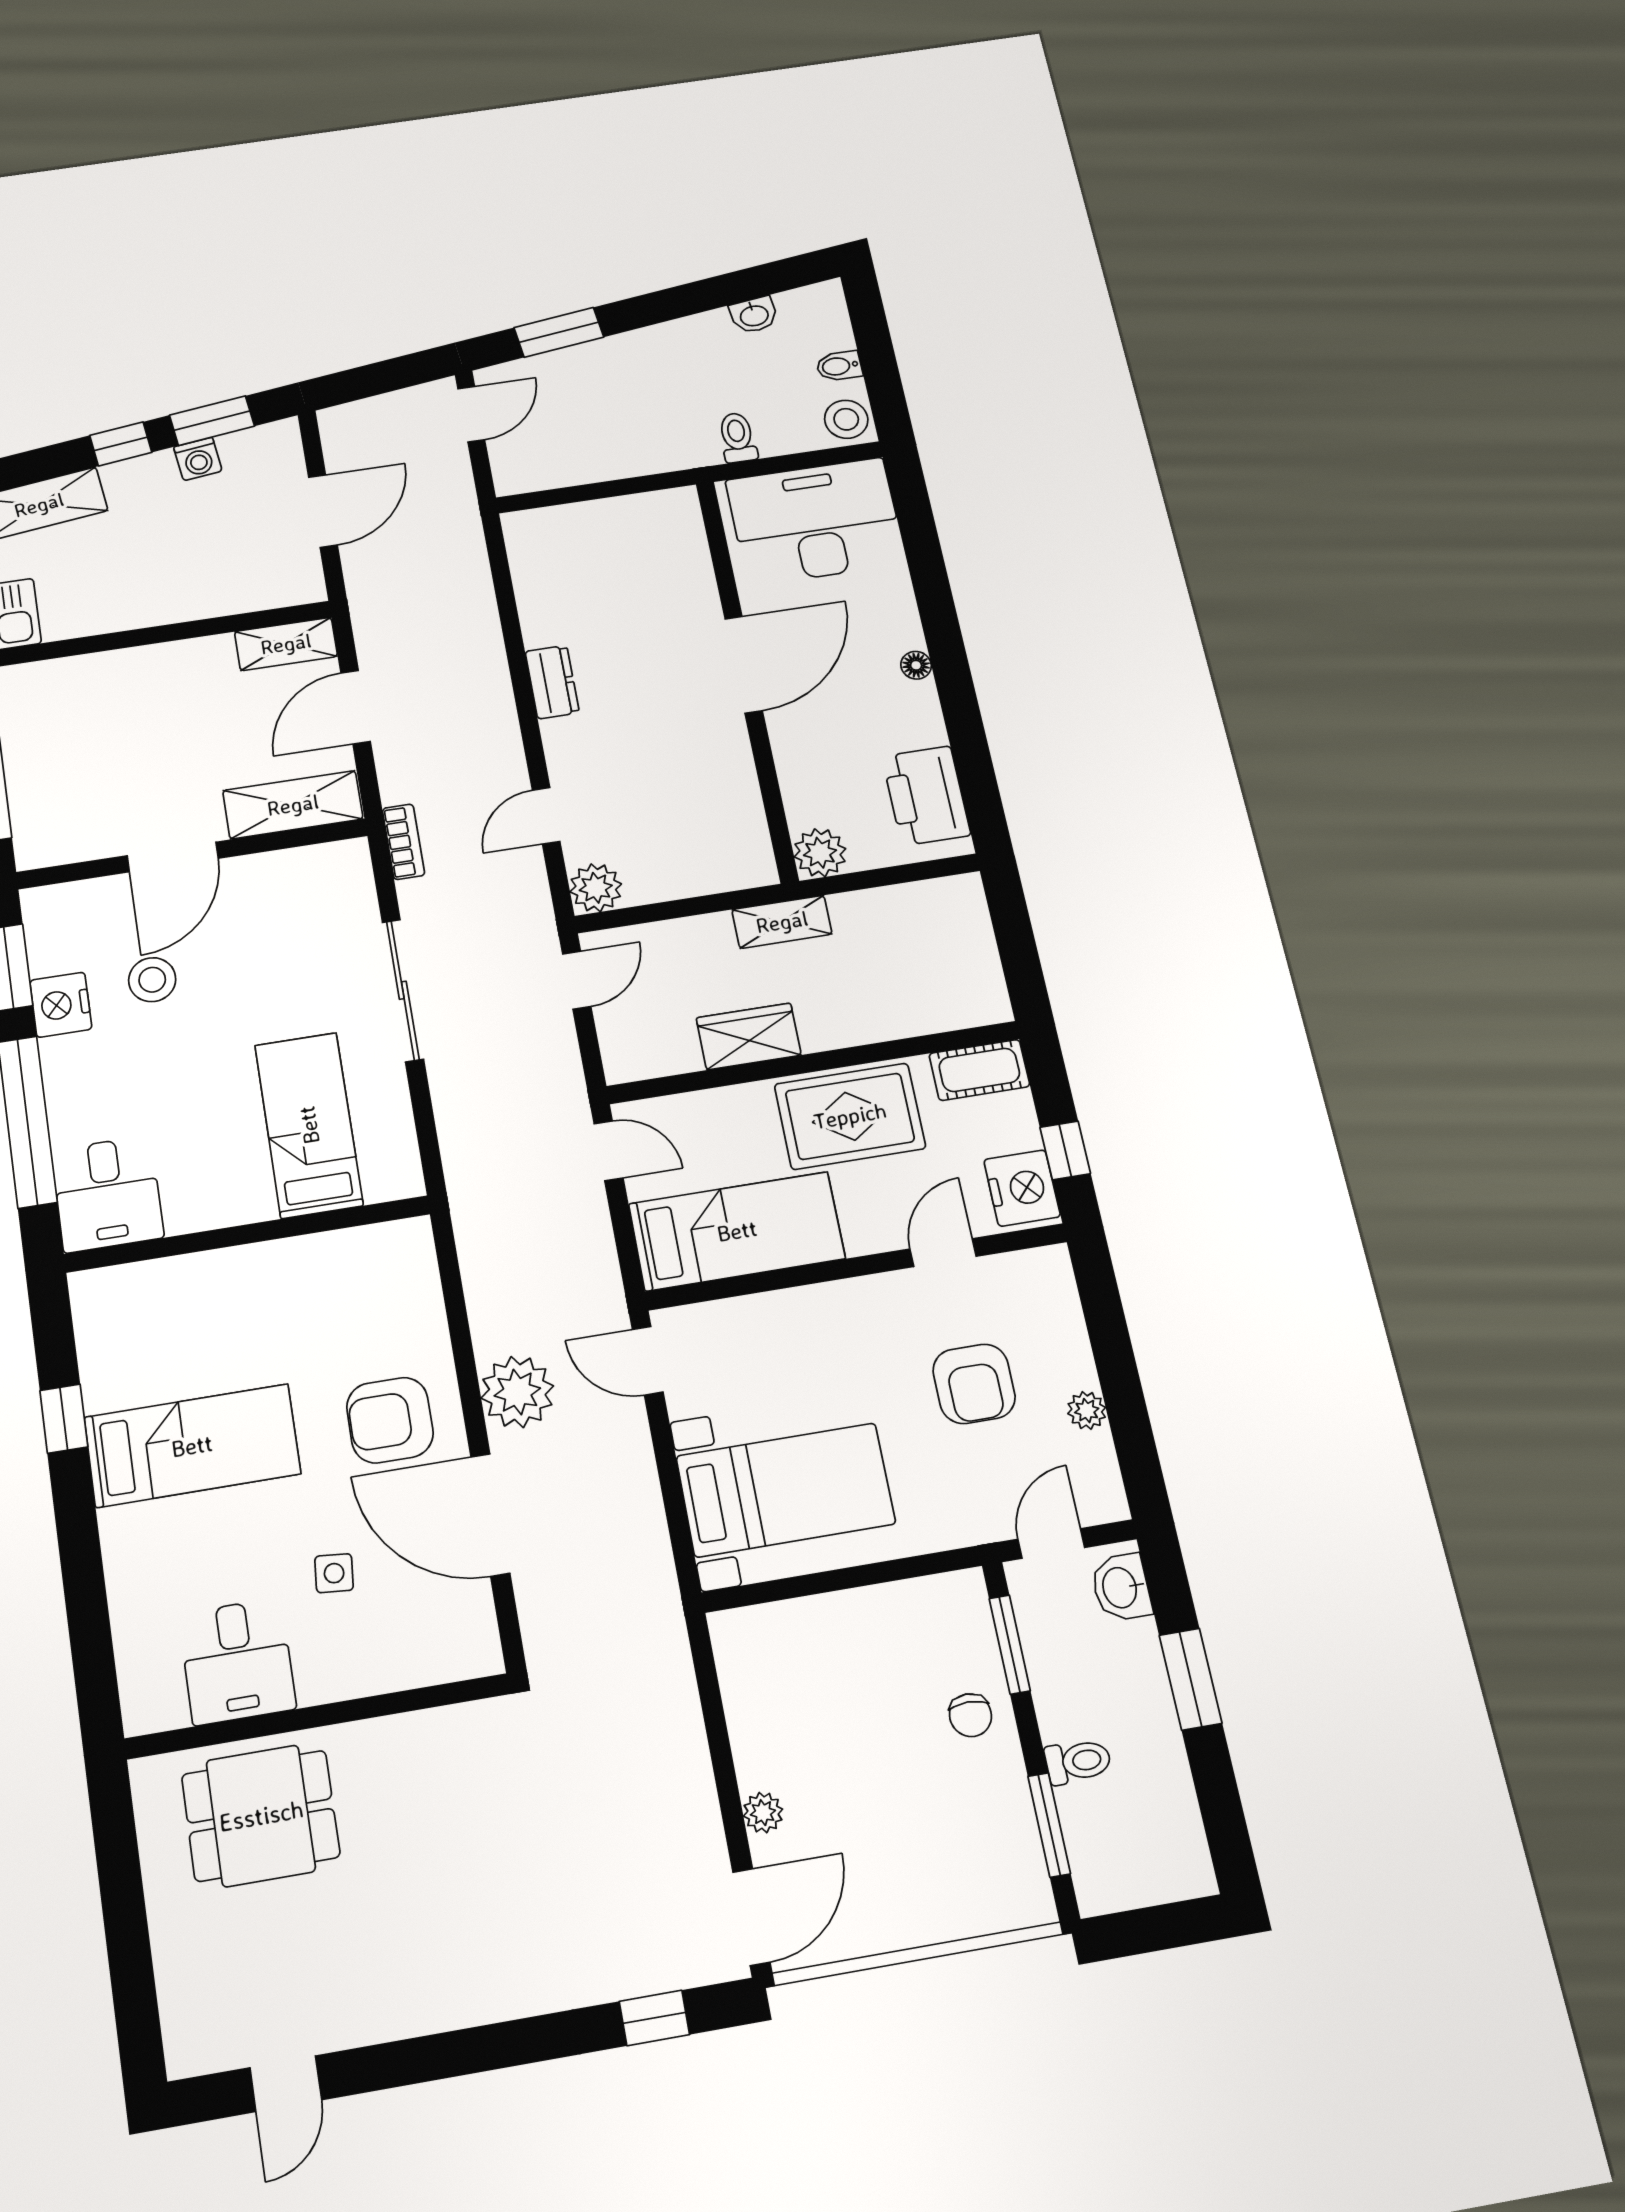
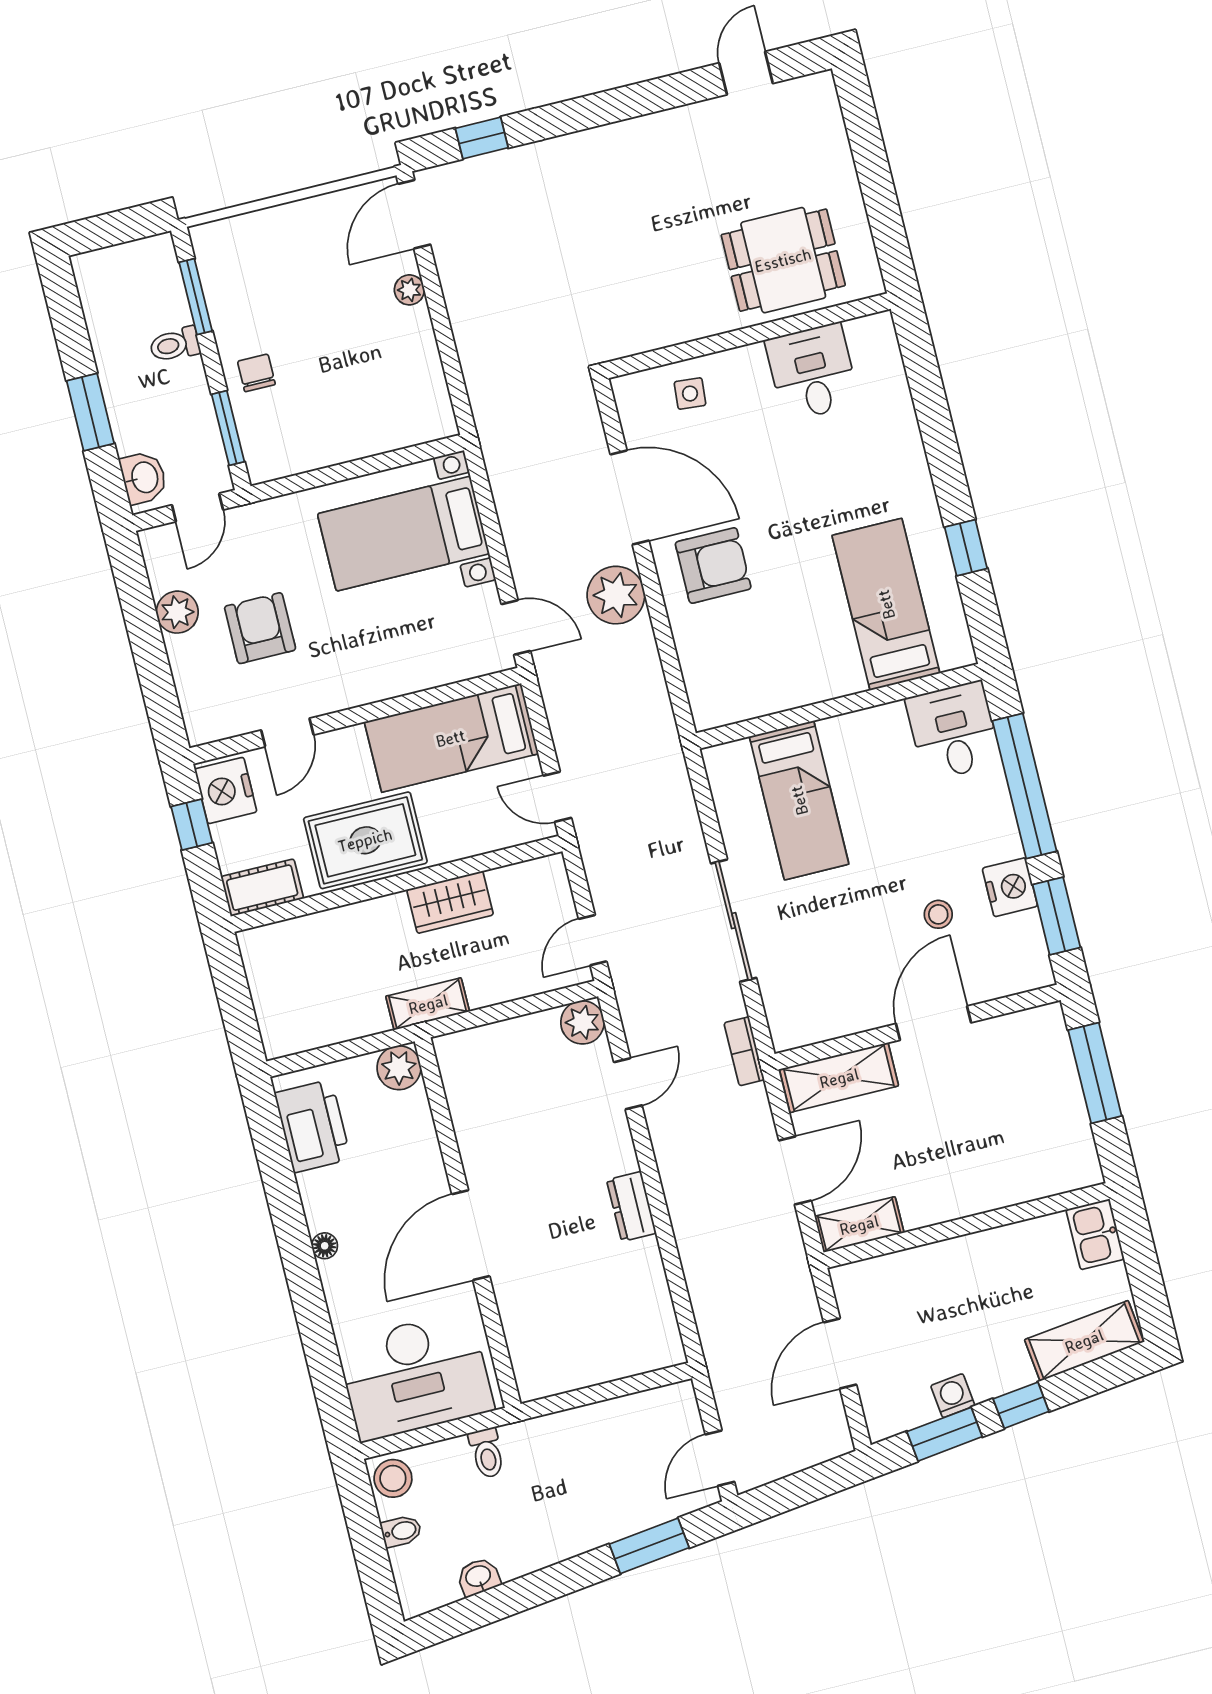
stool: (152, 980) -> (938, 914), width x0.73, depth x0.73
plant: (1087, 1410) -> (177, 612), width x1.38, depth x1.38
bed: (192, 1446) -> (886, 604), moved, turned 90
side table: (334, 1573) -> (690, 394), moved

